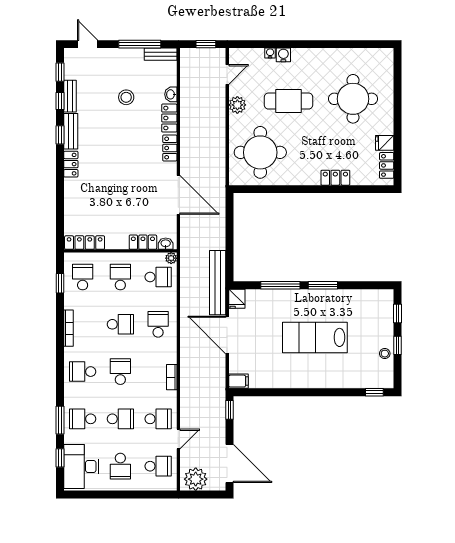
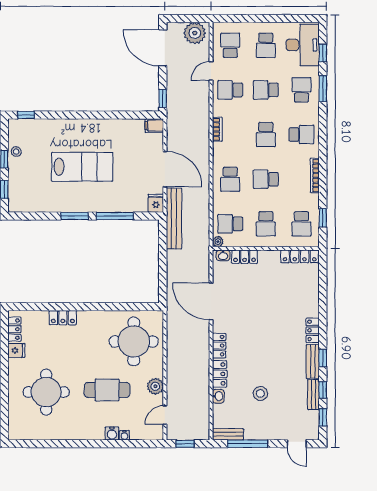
school desk: (83, 419) -> (301, 90), turned -90
school desk: (120, 466) -> (266, 45), turned 180
school desk: (158, 466) -> (230, 45), turned 90

